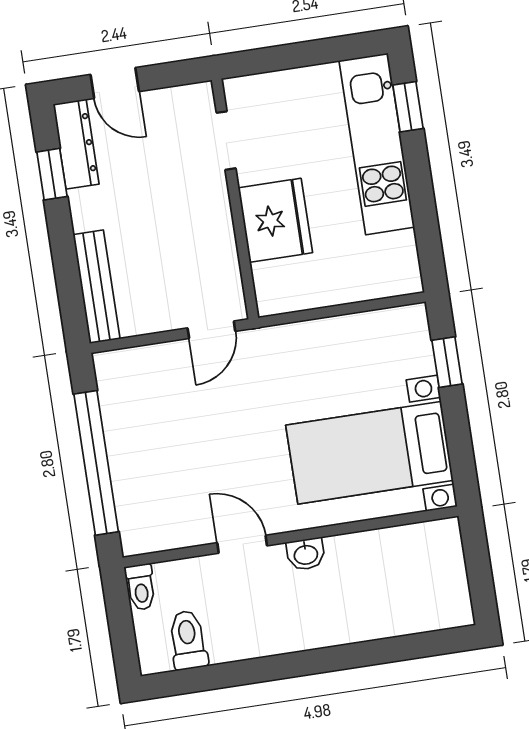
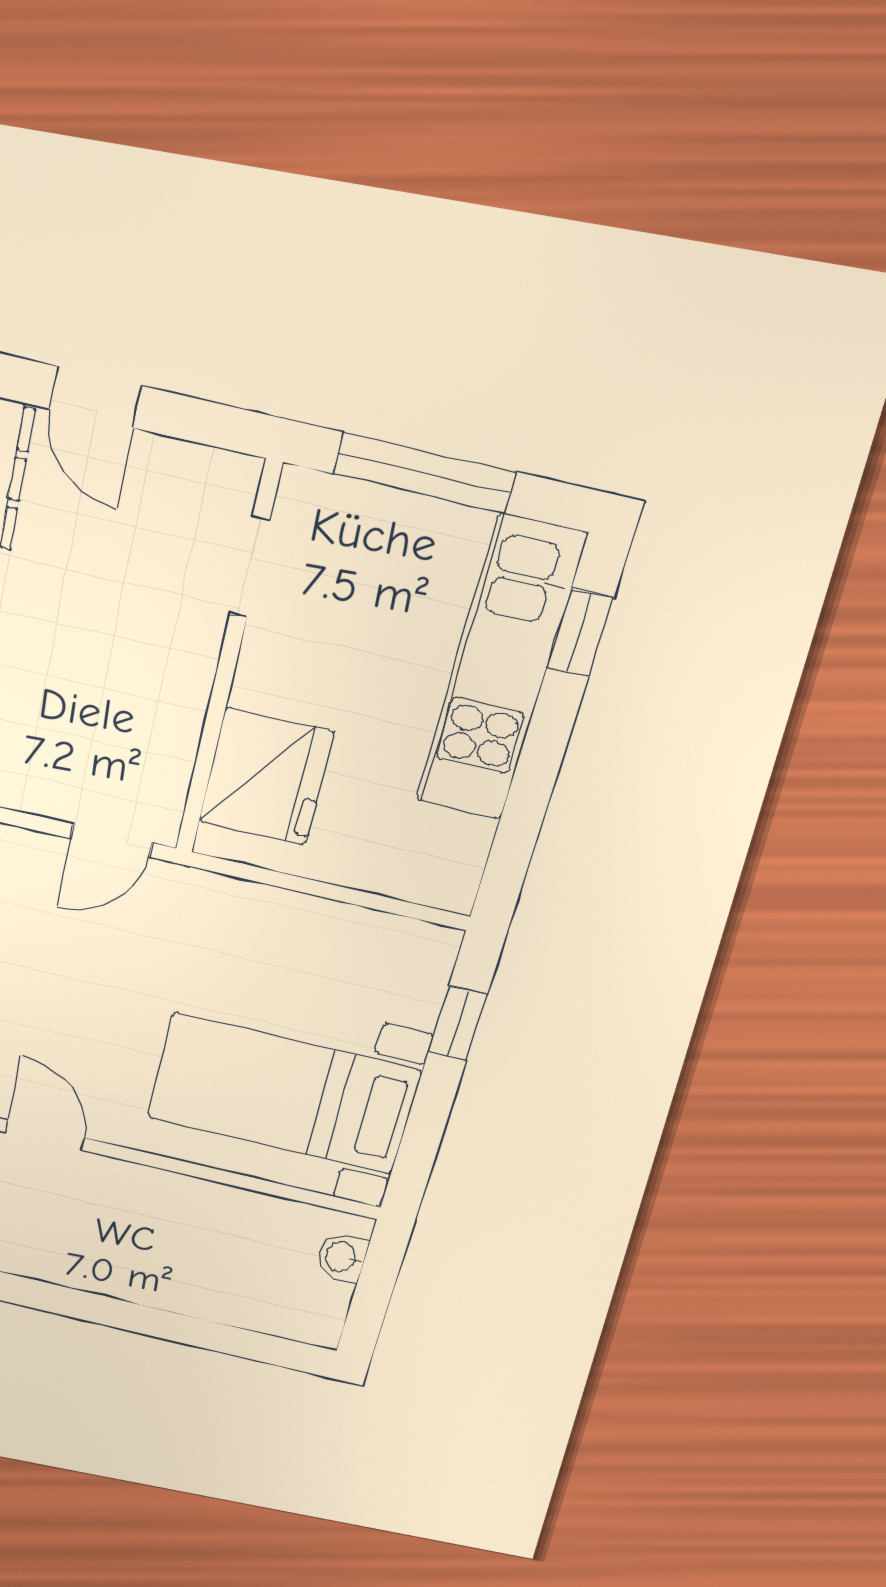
window: (294, 56) -> (424, 473), added
fridge: (275, 220) -> (266, 777), moved
washbasin: (306, 554) -> (342, 1257), moved, turned 90

